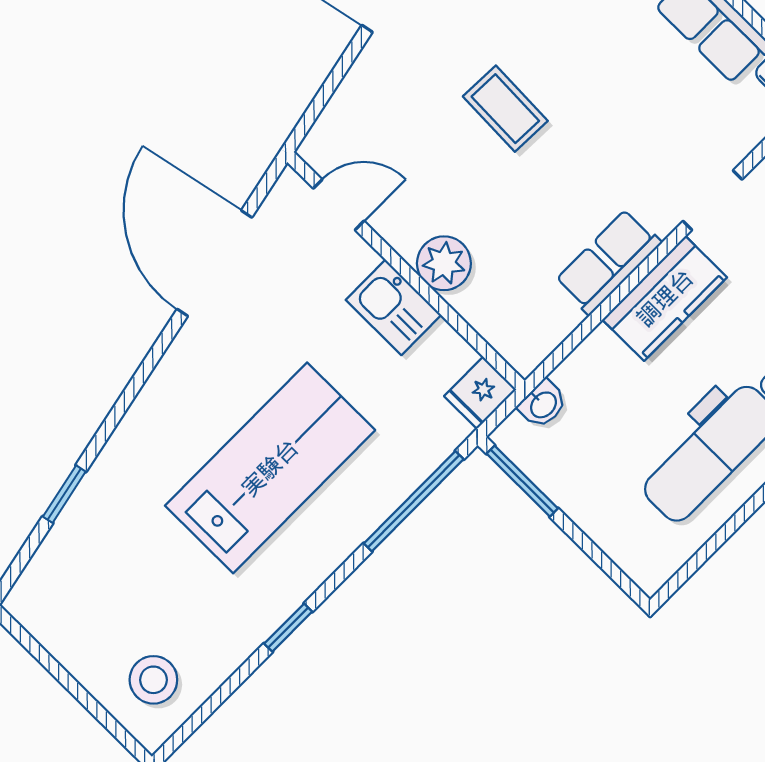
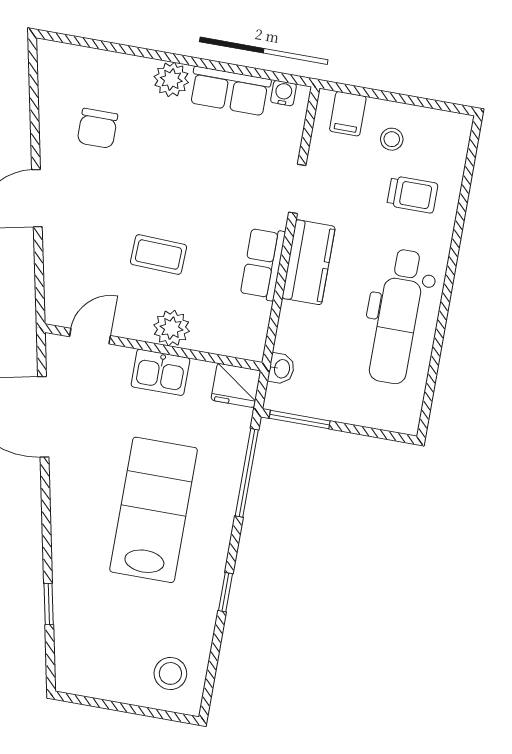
coffee table: (505, 109) -> (158, 255), moved
fridge: (480, 393) -> (236, 385), width x1.38

